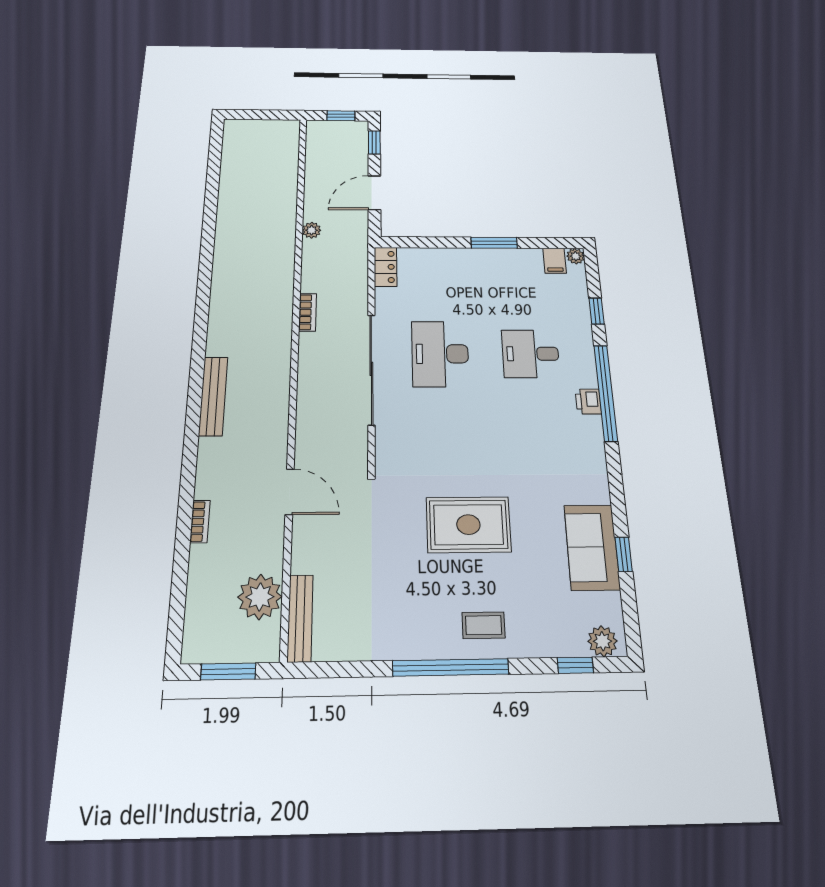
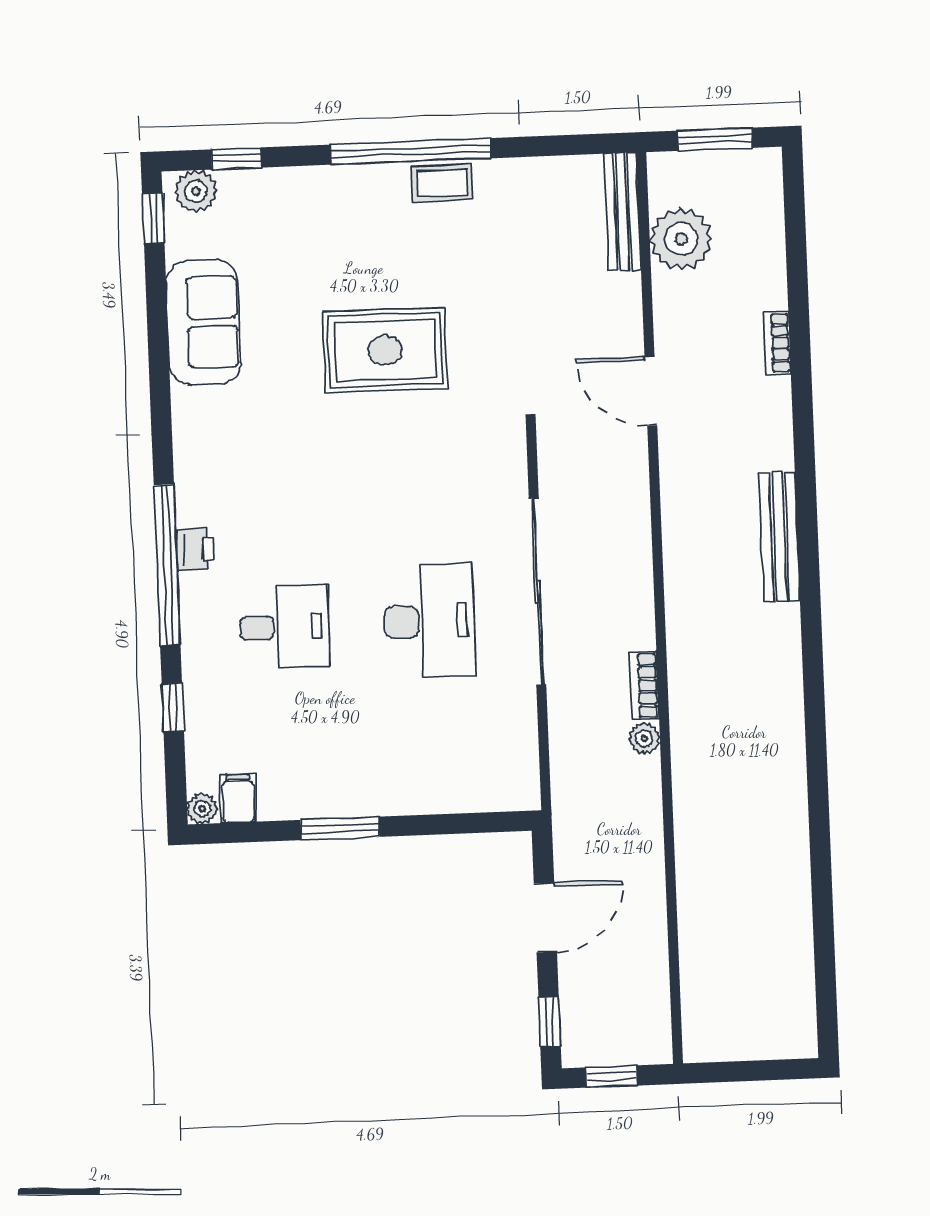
plant: (312, 230) -> (644, 738), moved
locker: (386, 267) -> (521, 774), removed
window: (624, 554) -> (153, 218), moved
coffee table: (484, 625) -> (442, 183), moved

